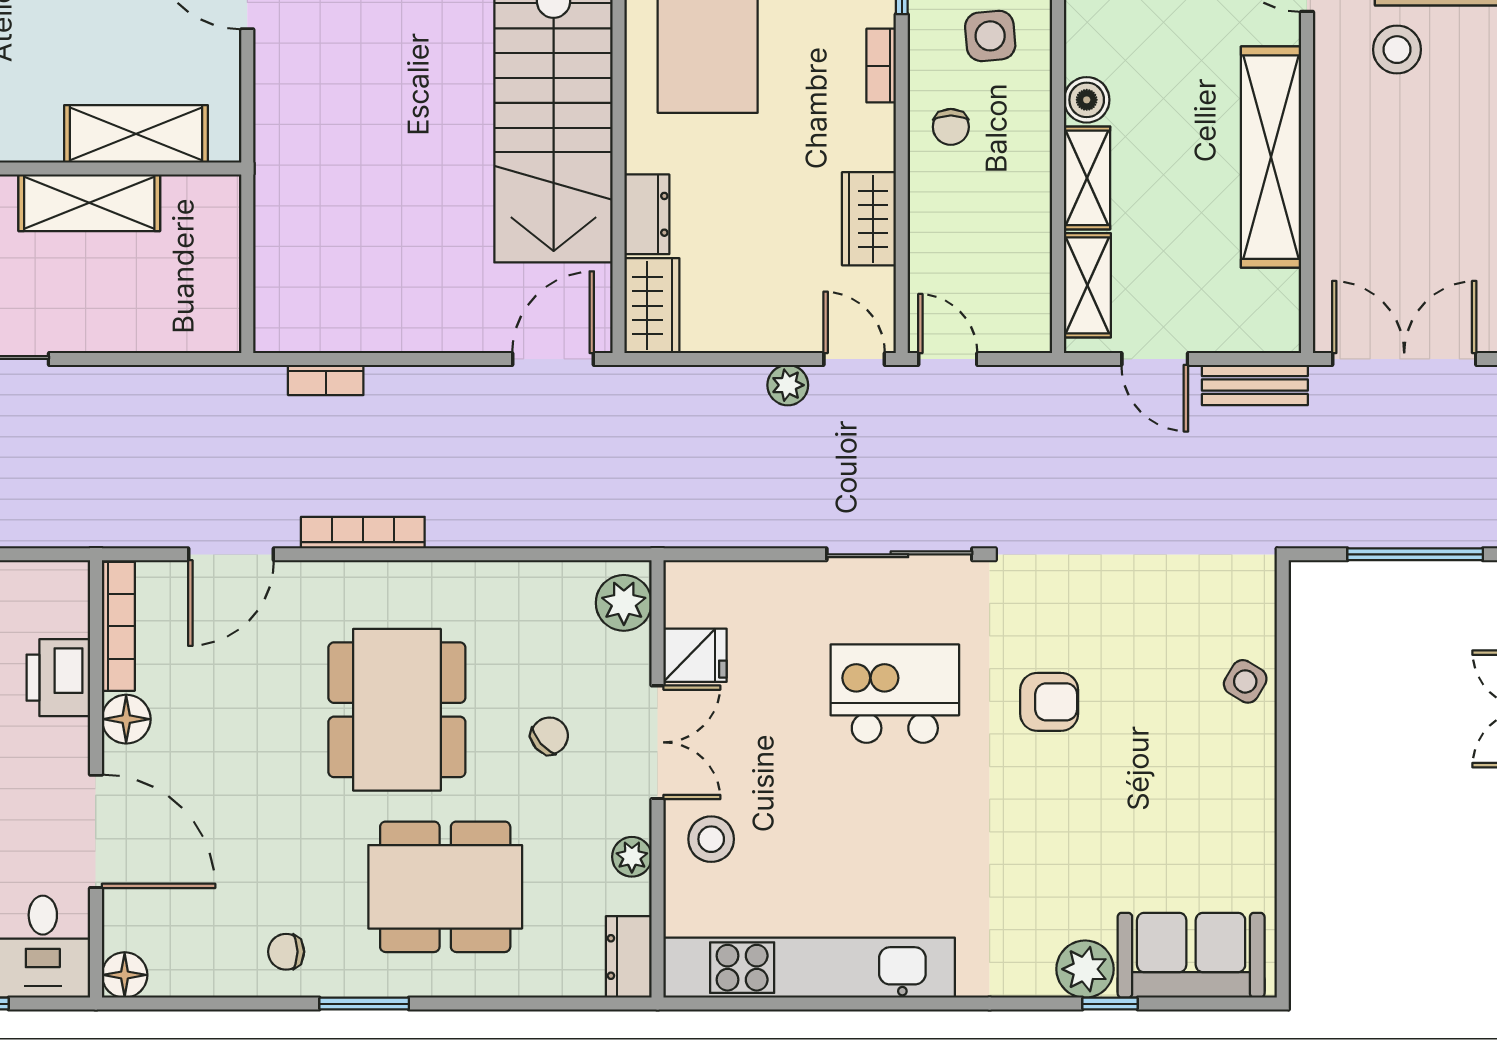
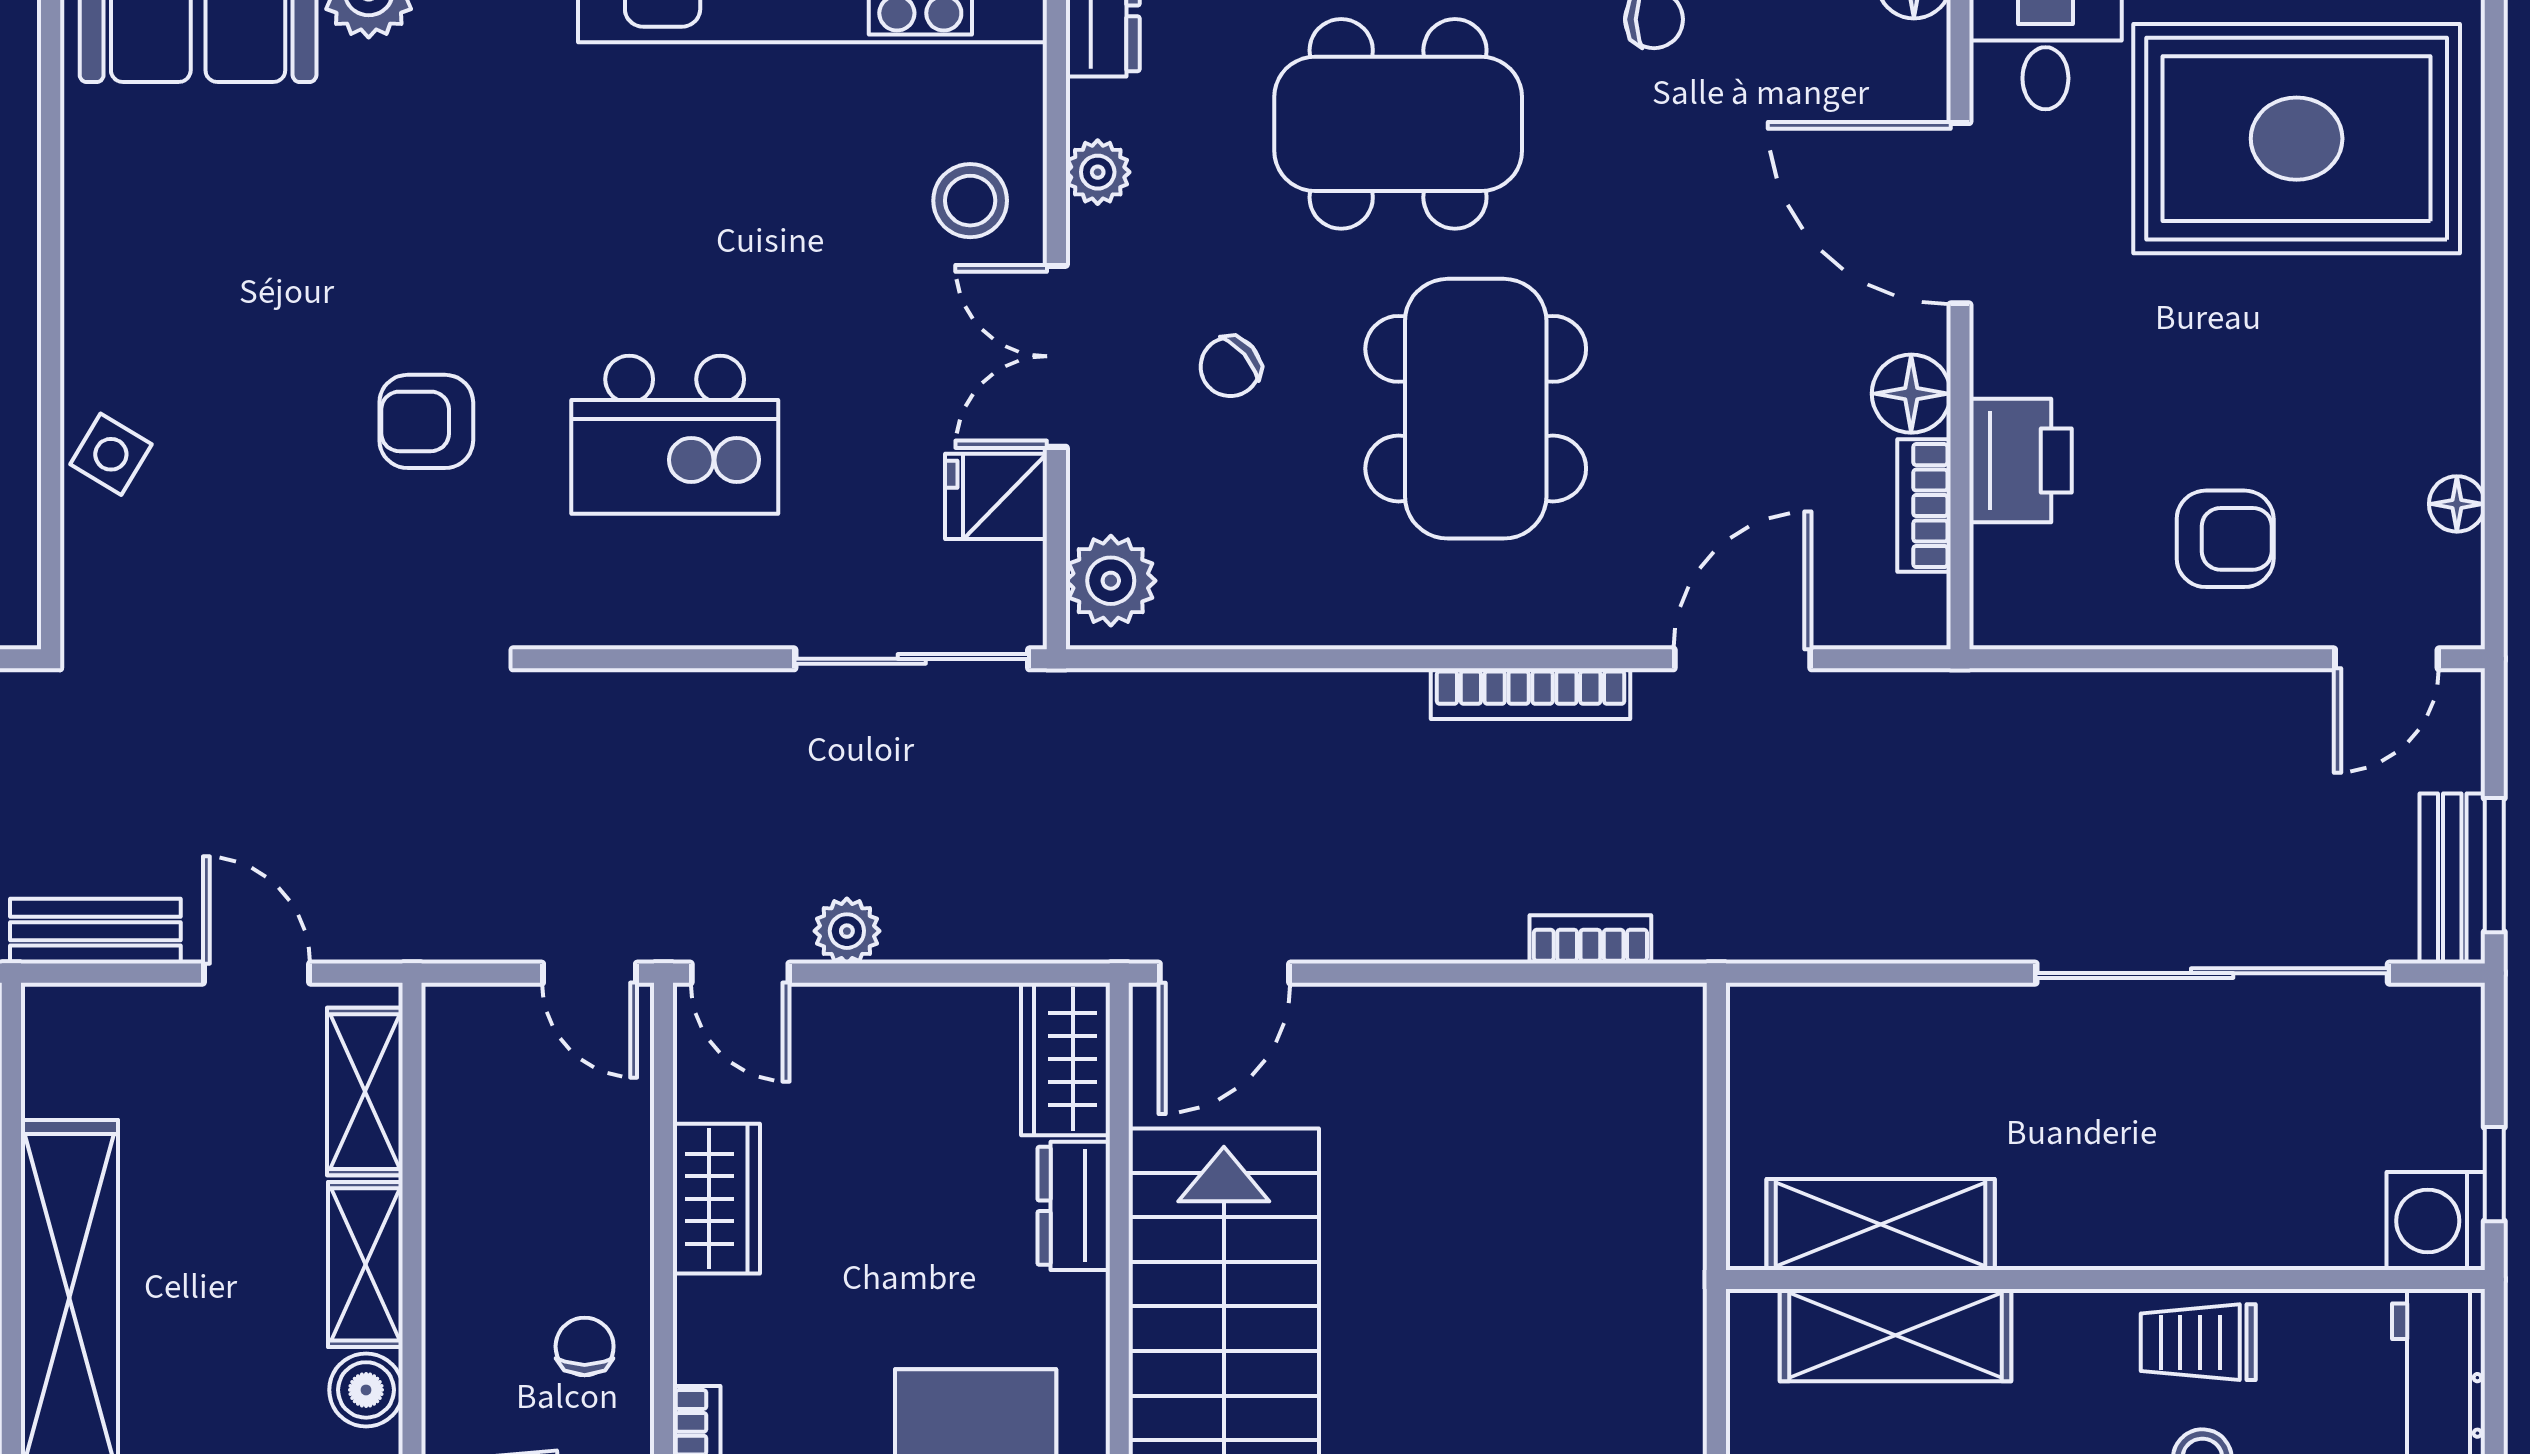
shelving: (89, 203) -> (1881, 1225), moved
sliding door: (899, 554) -> (912, 659), moved
bookcase: (118, 626) -> (1924, 506), width x0.64

